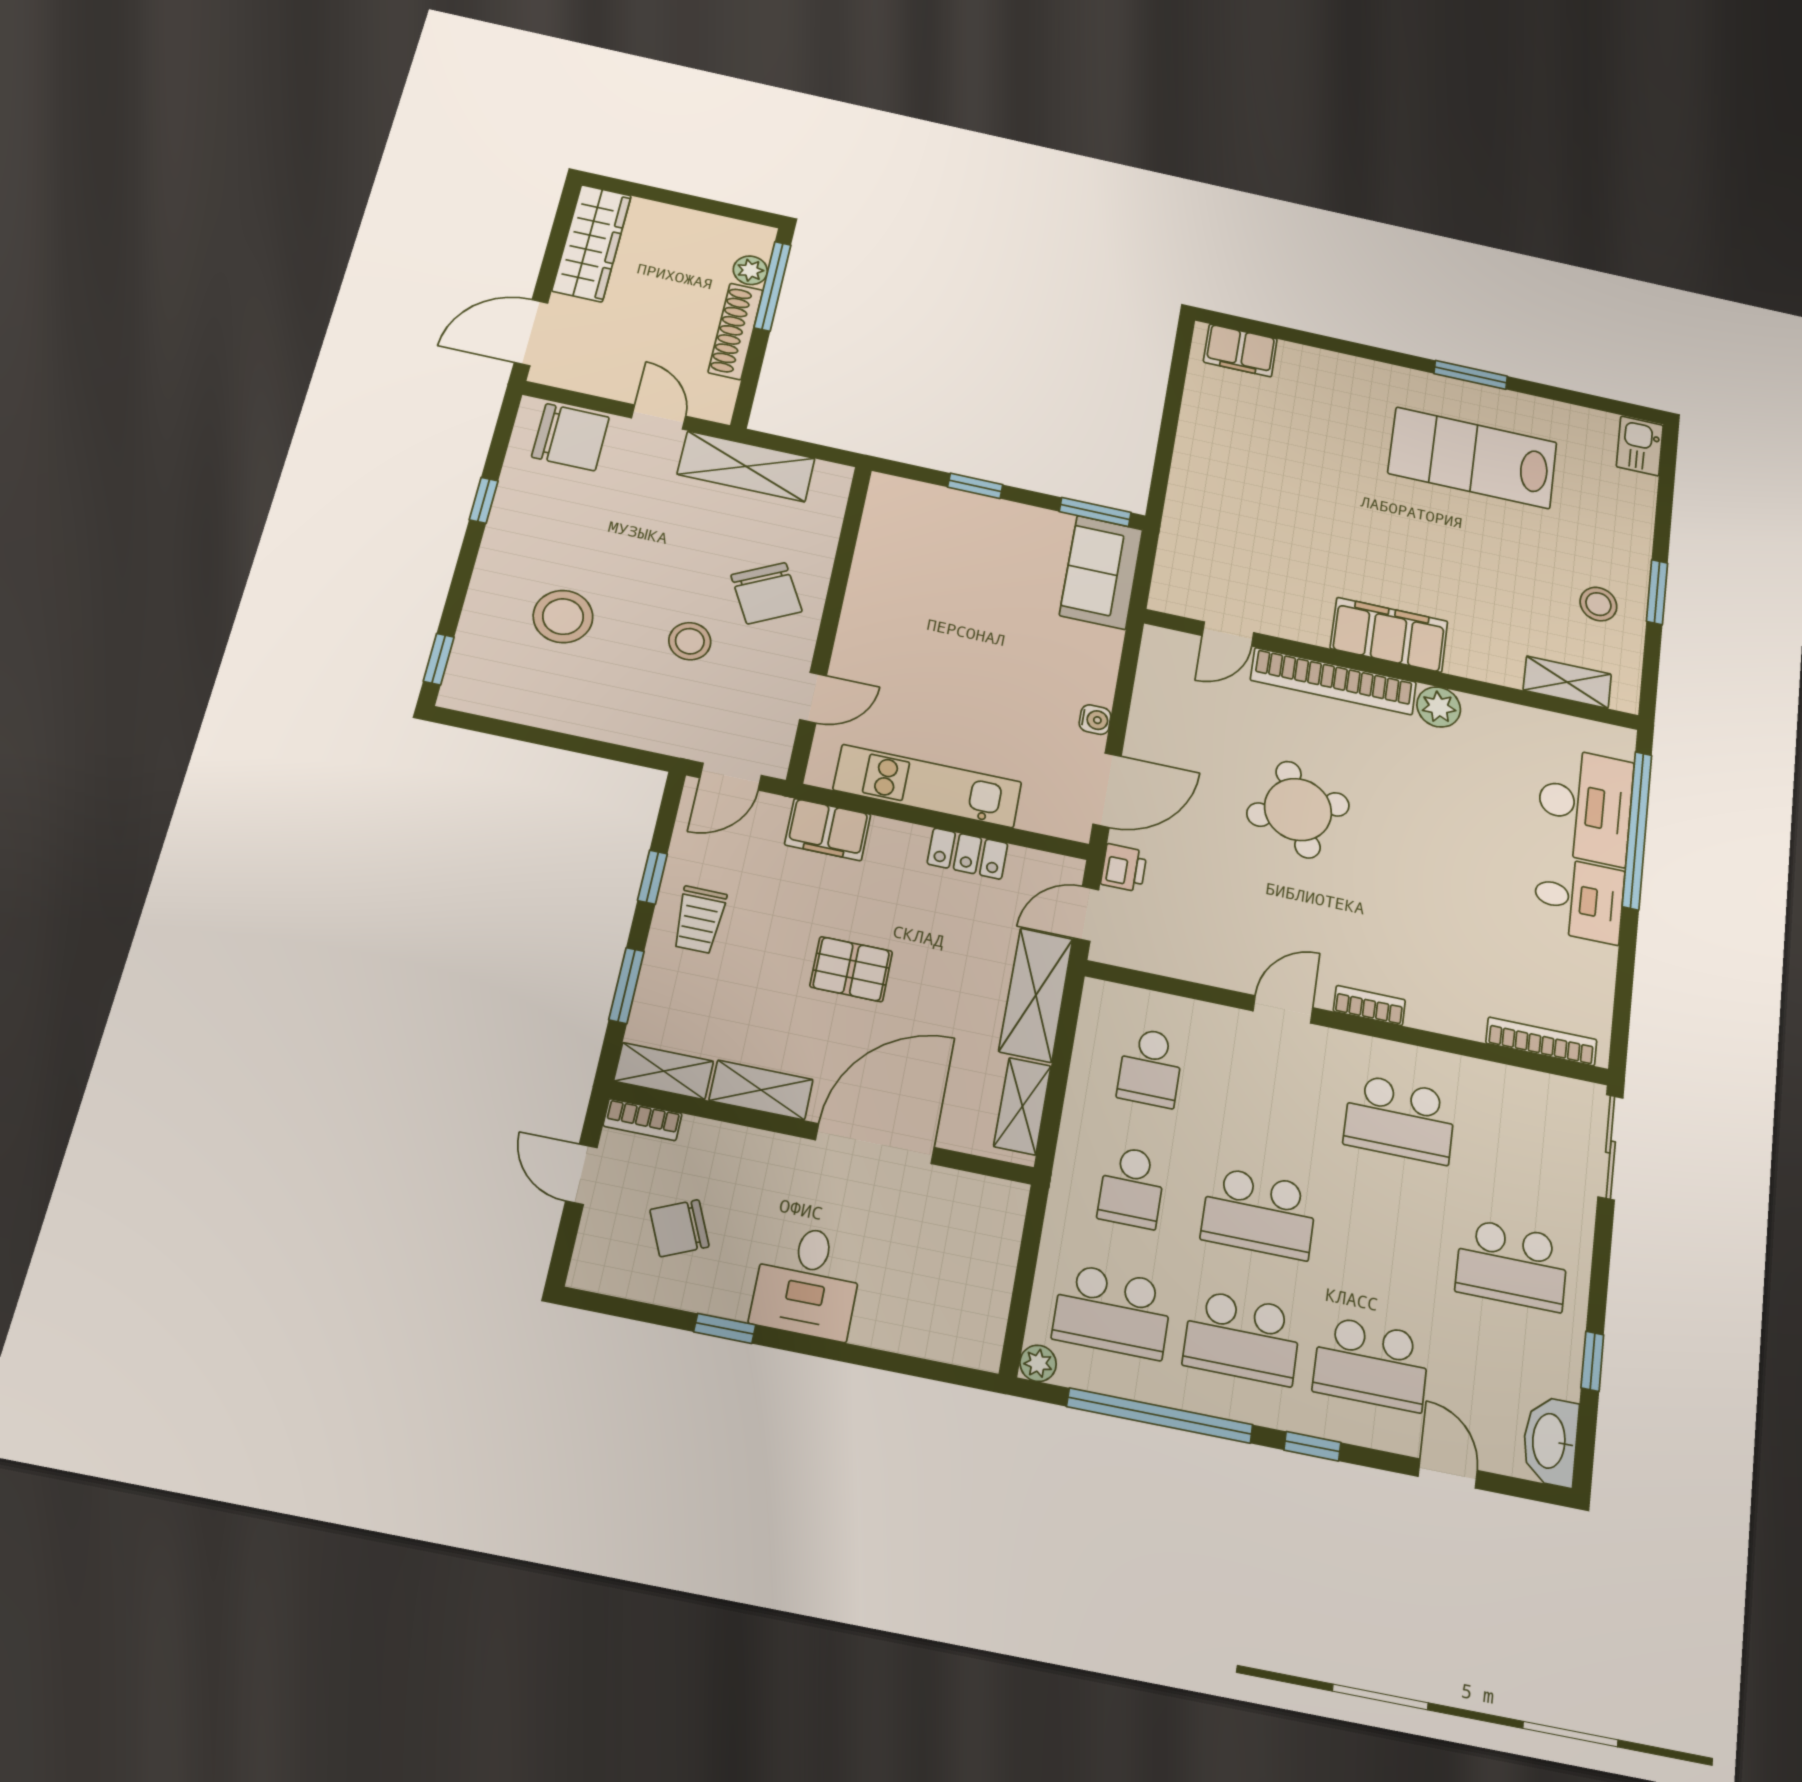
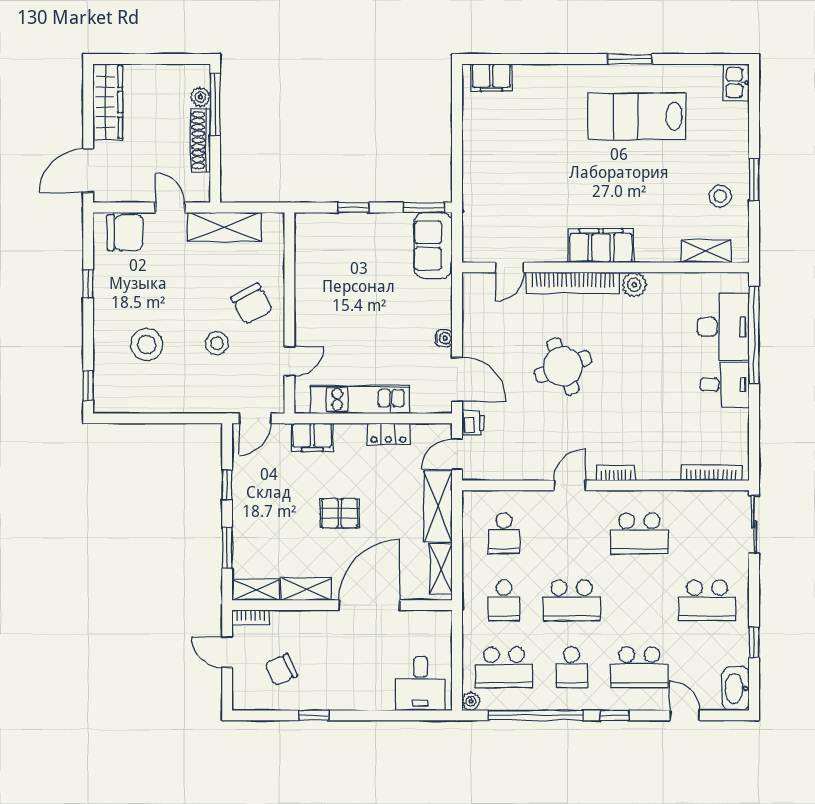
door: (1107, 790) -> (457, 379), hinge flipped
trolley: (699, 920) -> (256, 503), removed
desk: (807, 1282) -> (420, 684), moved
school desk: (1242, 1338) -> (572, 667), width x0.54

